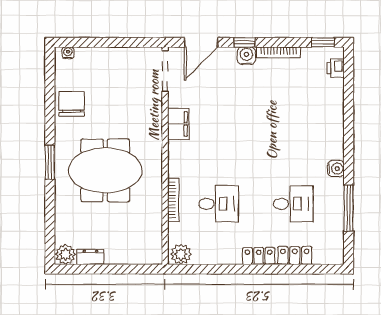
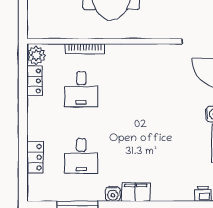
filing cabinet: (178, 124) -> (136, 192), moved, turned 180
locker: (259, 256) -> (35, 81), moved

